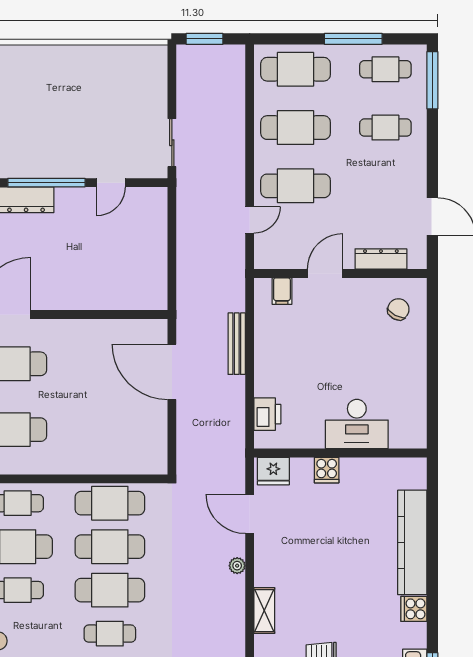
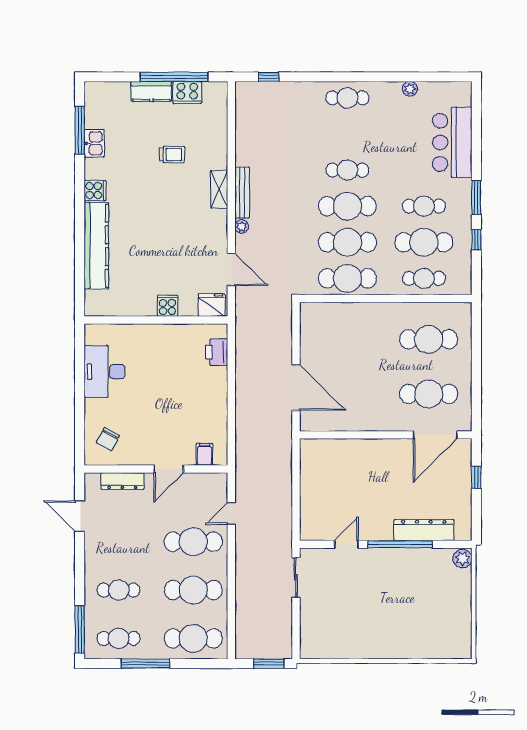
bench: (237, 344) -> (242, 193), moved
desk: (357, 424) -> (105, 372), moved, turned -90

